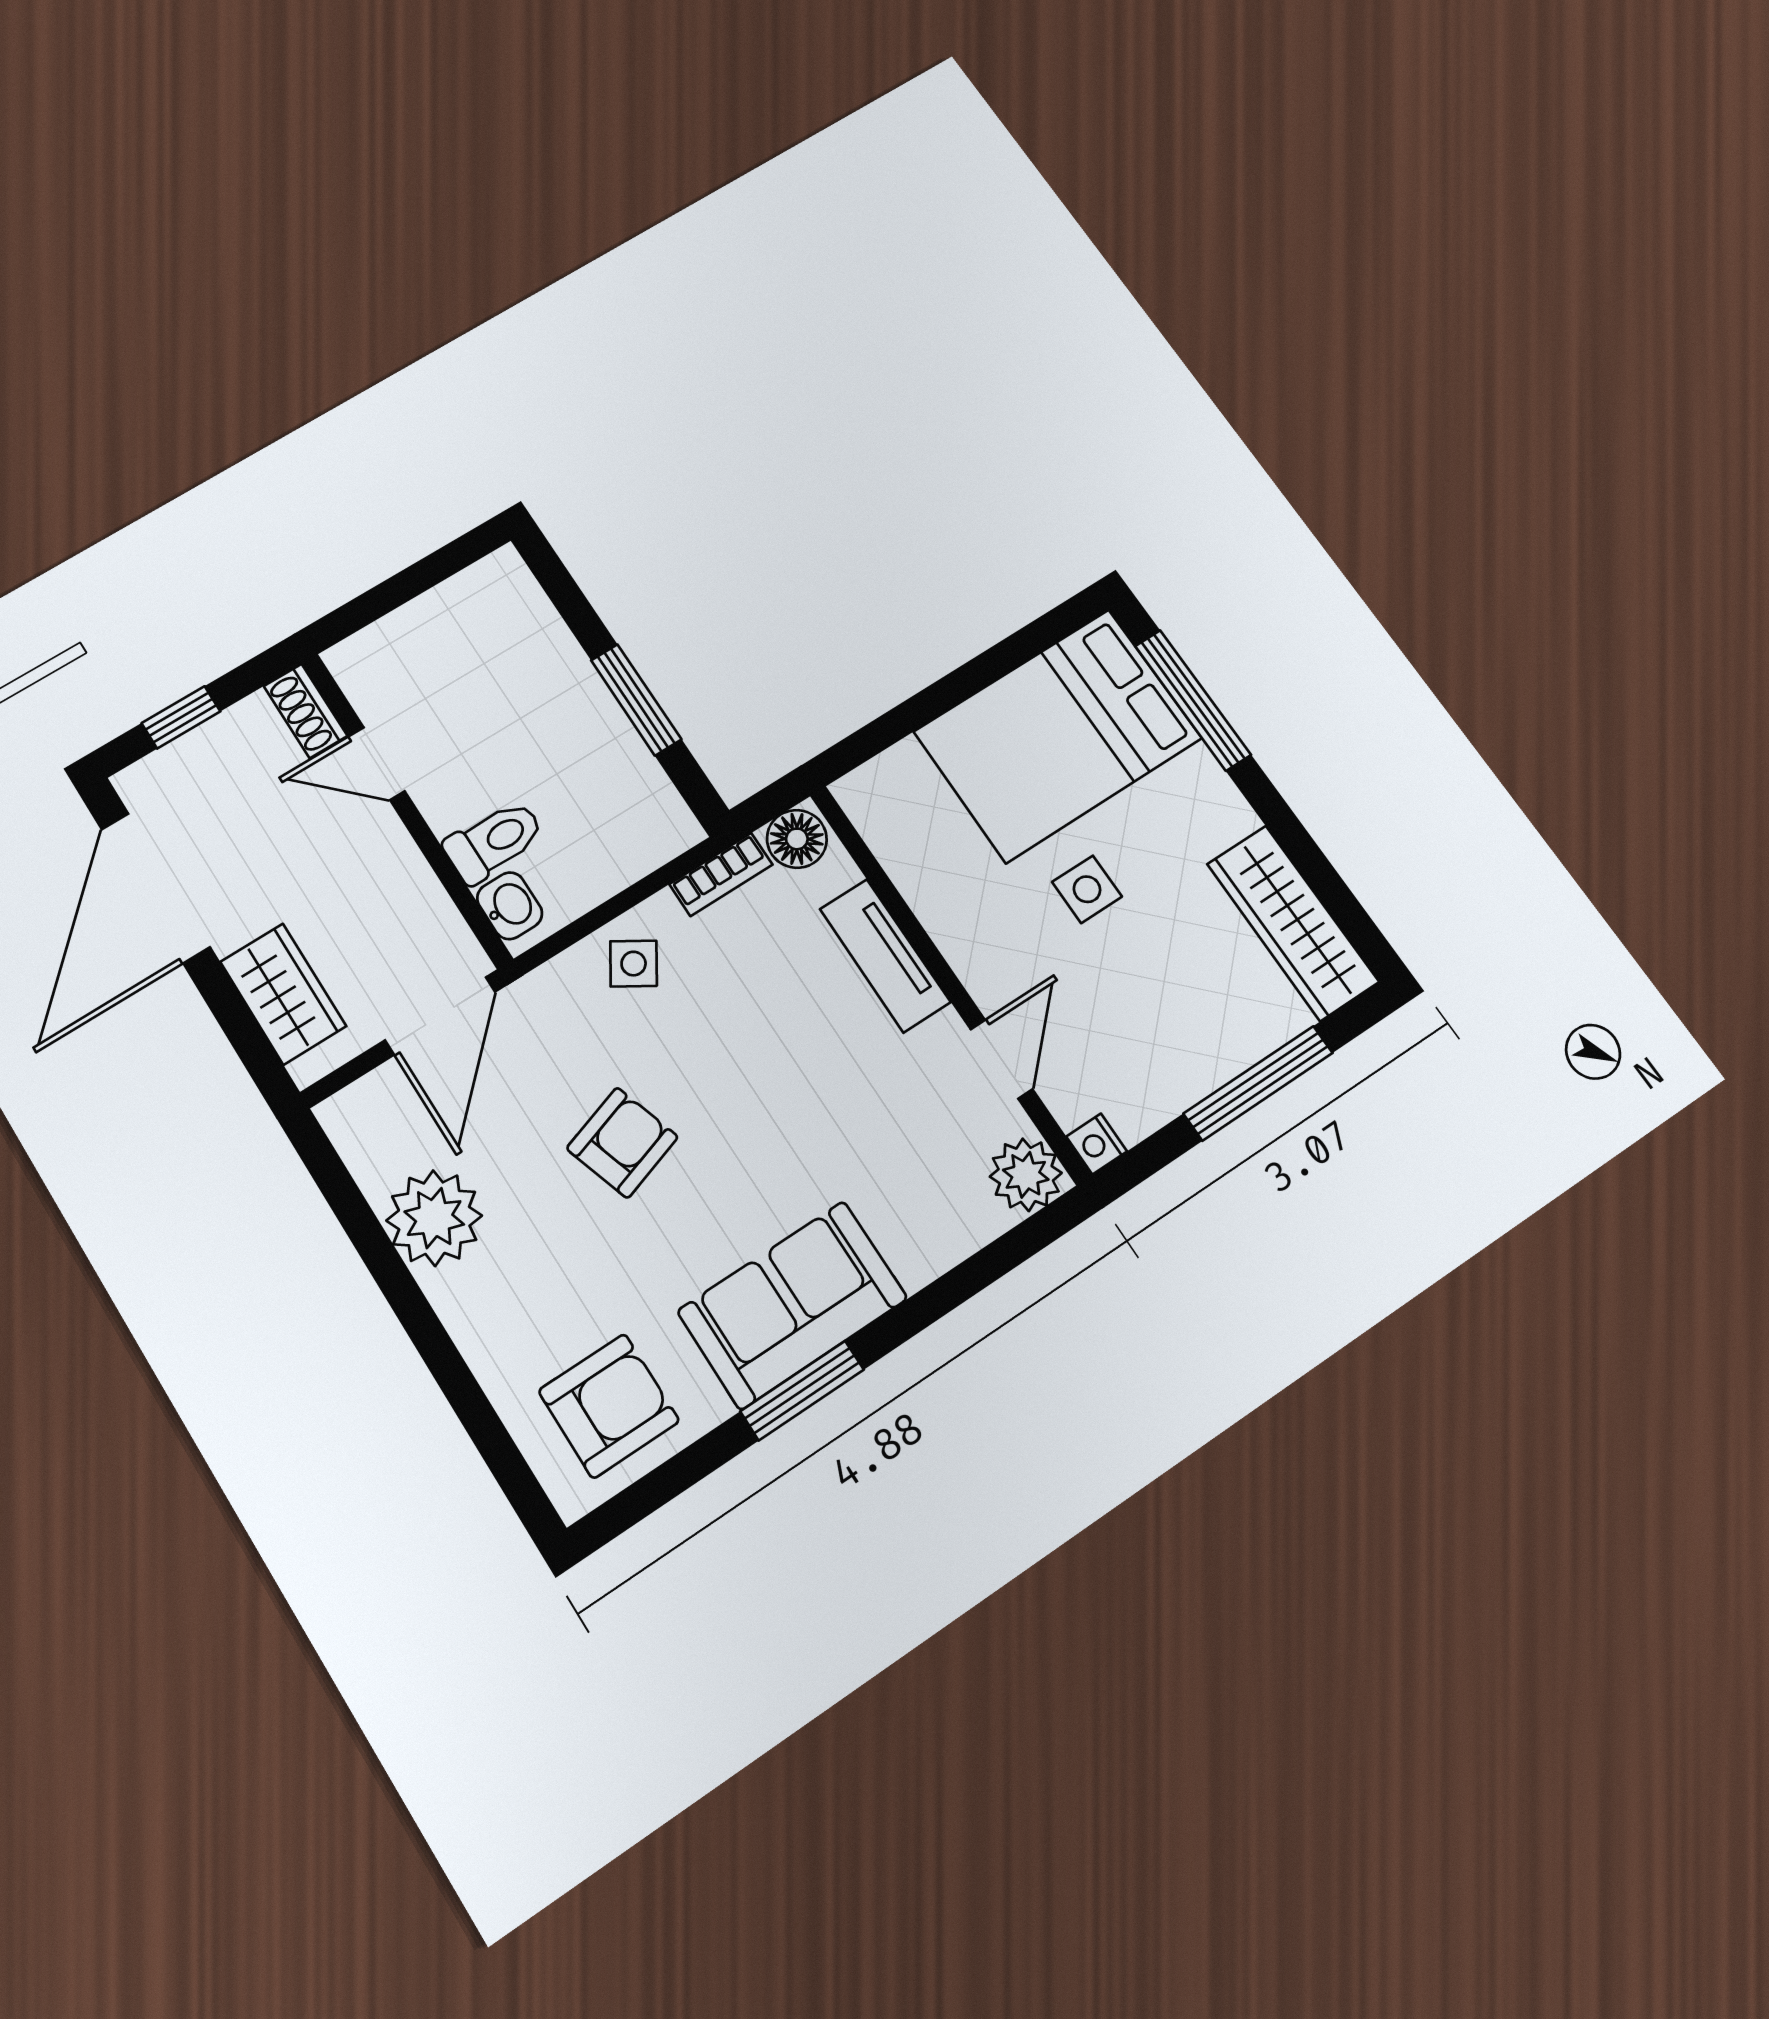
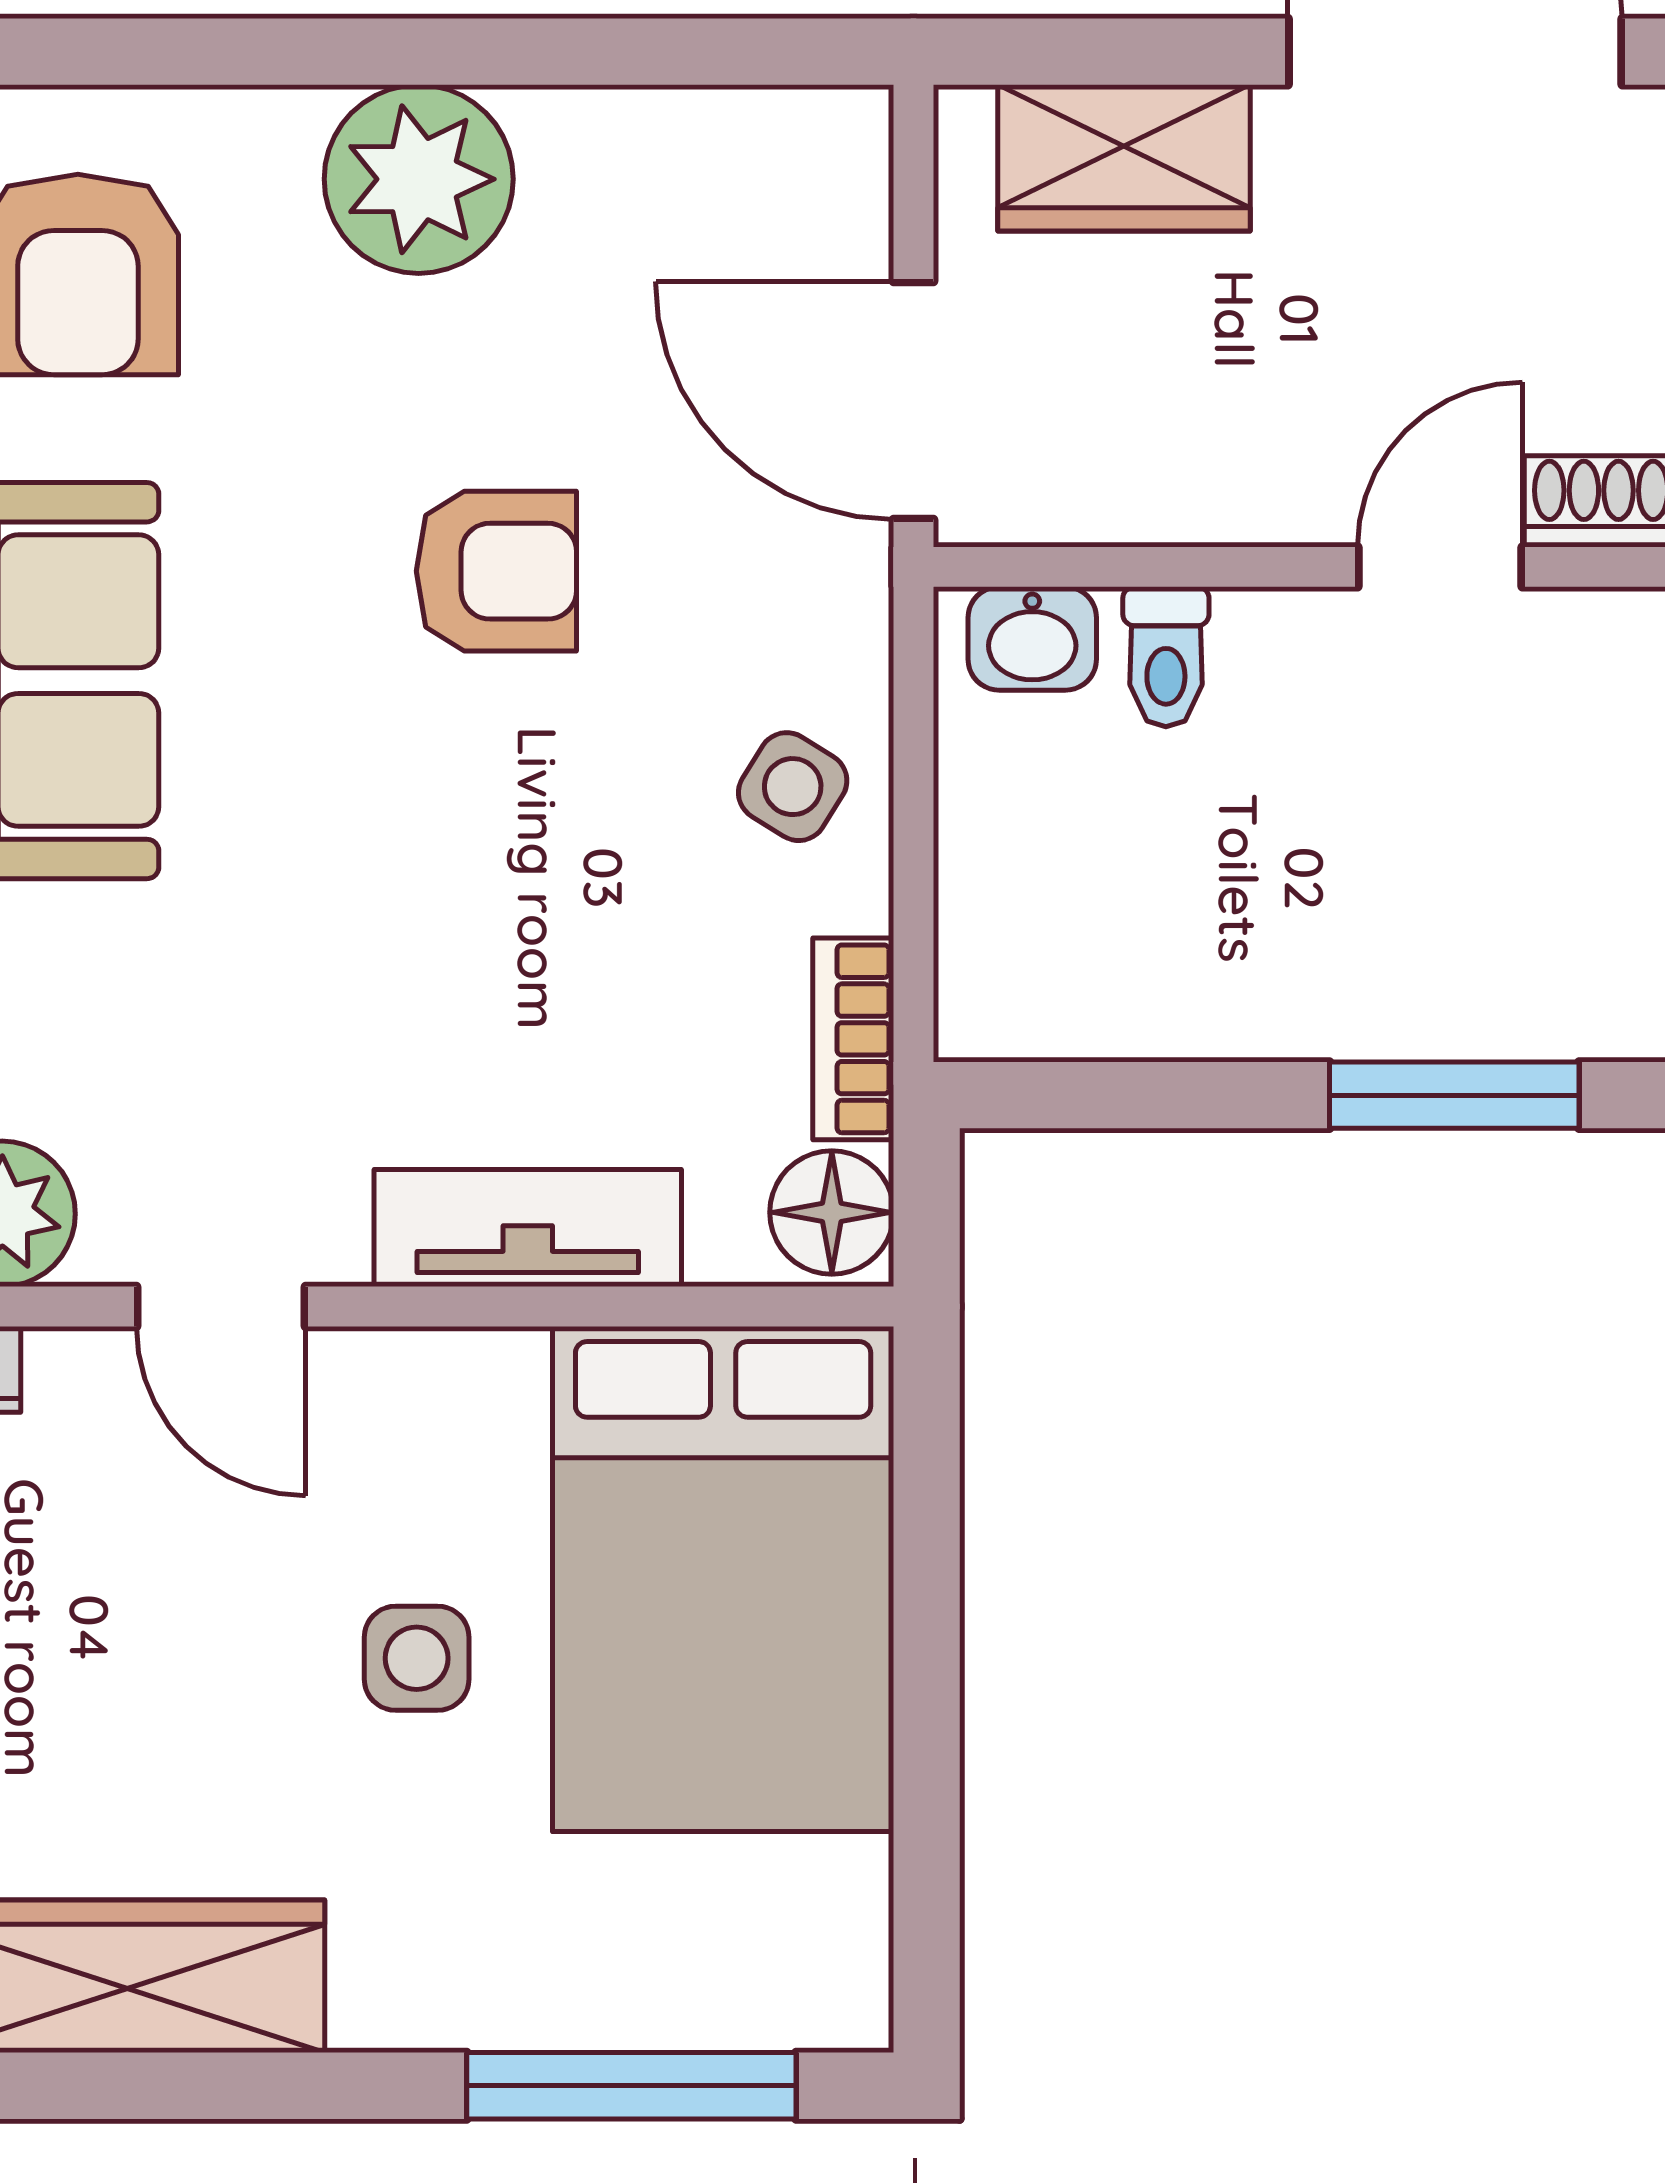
window: (636, 700) -> (1454, 1095), moved
bed: (1058, 735) -> (723, 1579), moved, turned 180
toilet: (494, 841) -> (1166, 657), width x0.73, depth x0.72
armchair: (622, 1143) -> (496, 571), turned -72
plant: (434, 1218) -> (419, 179), moved

